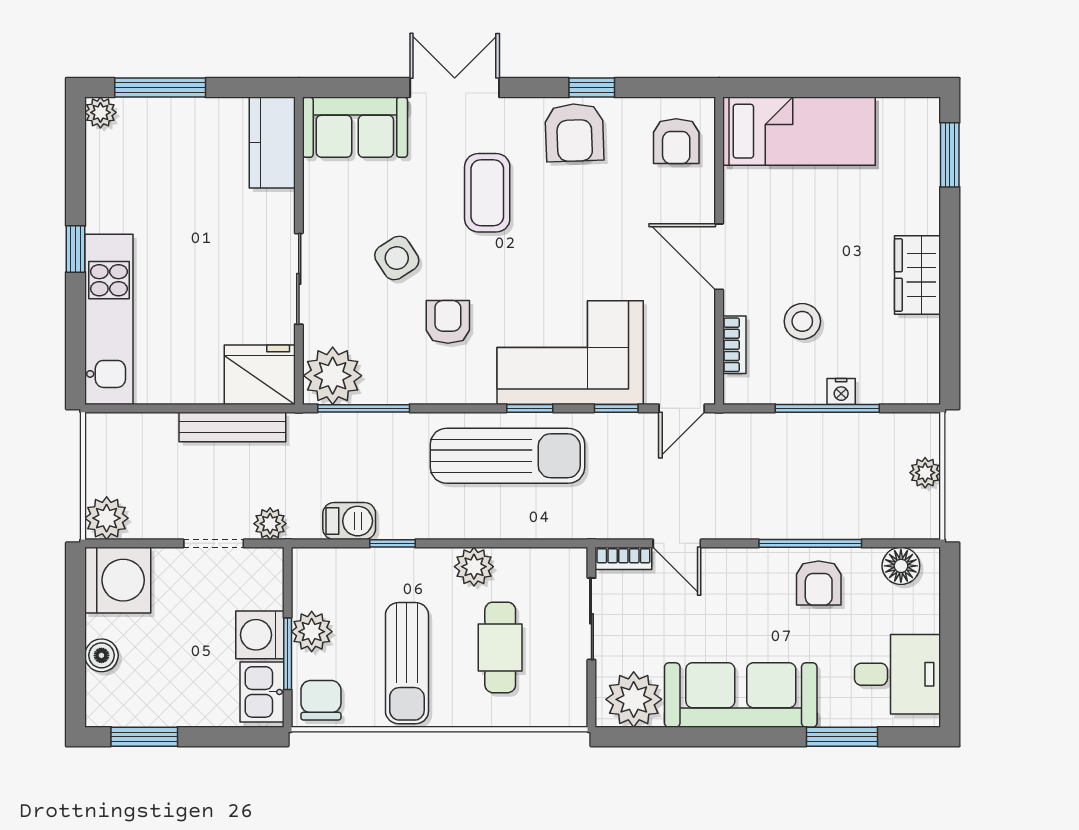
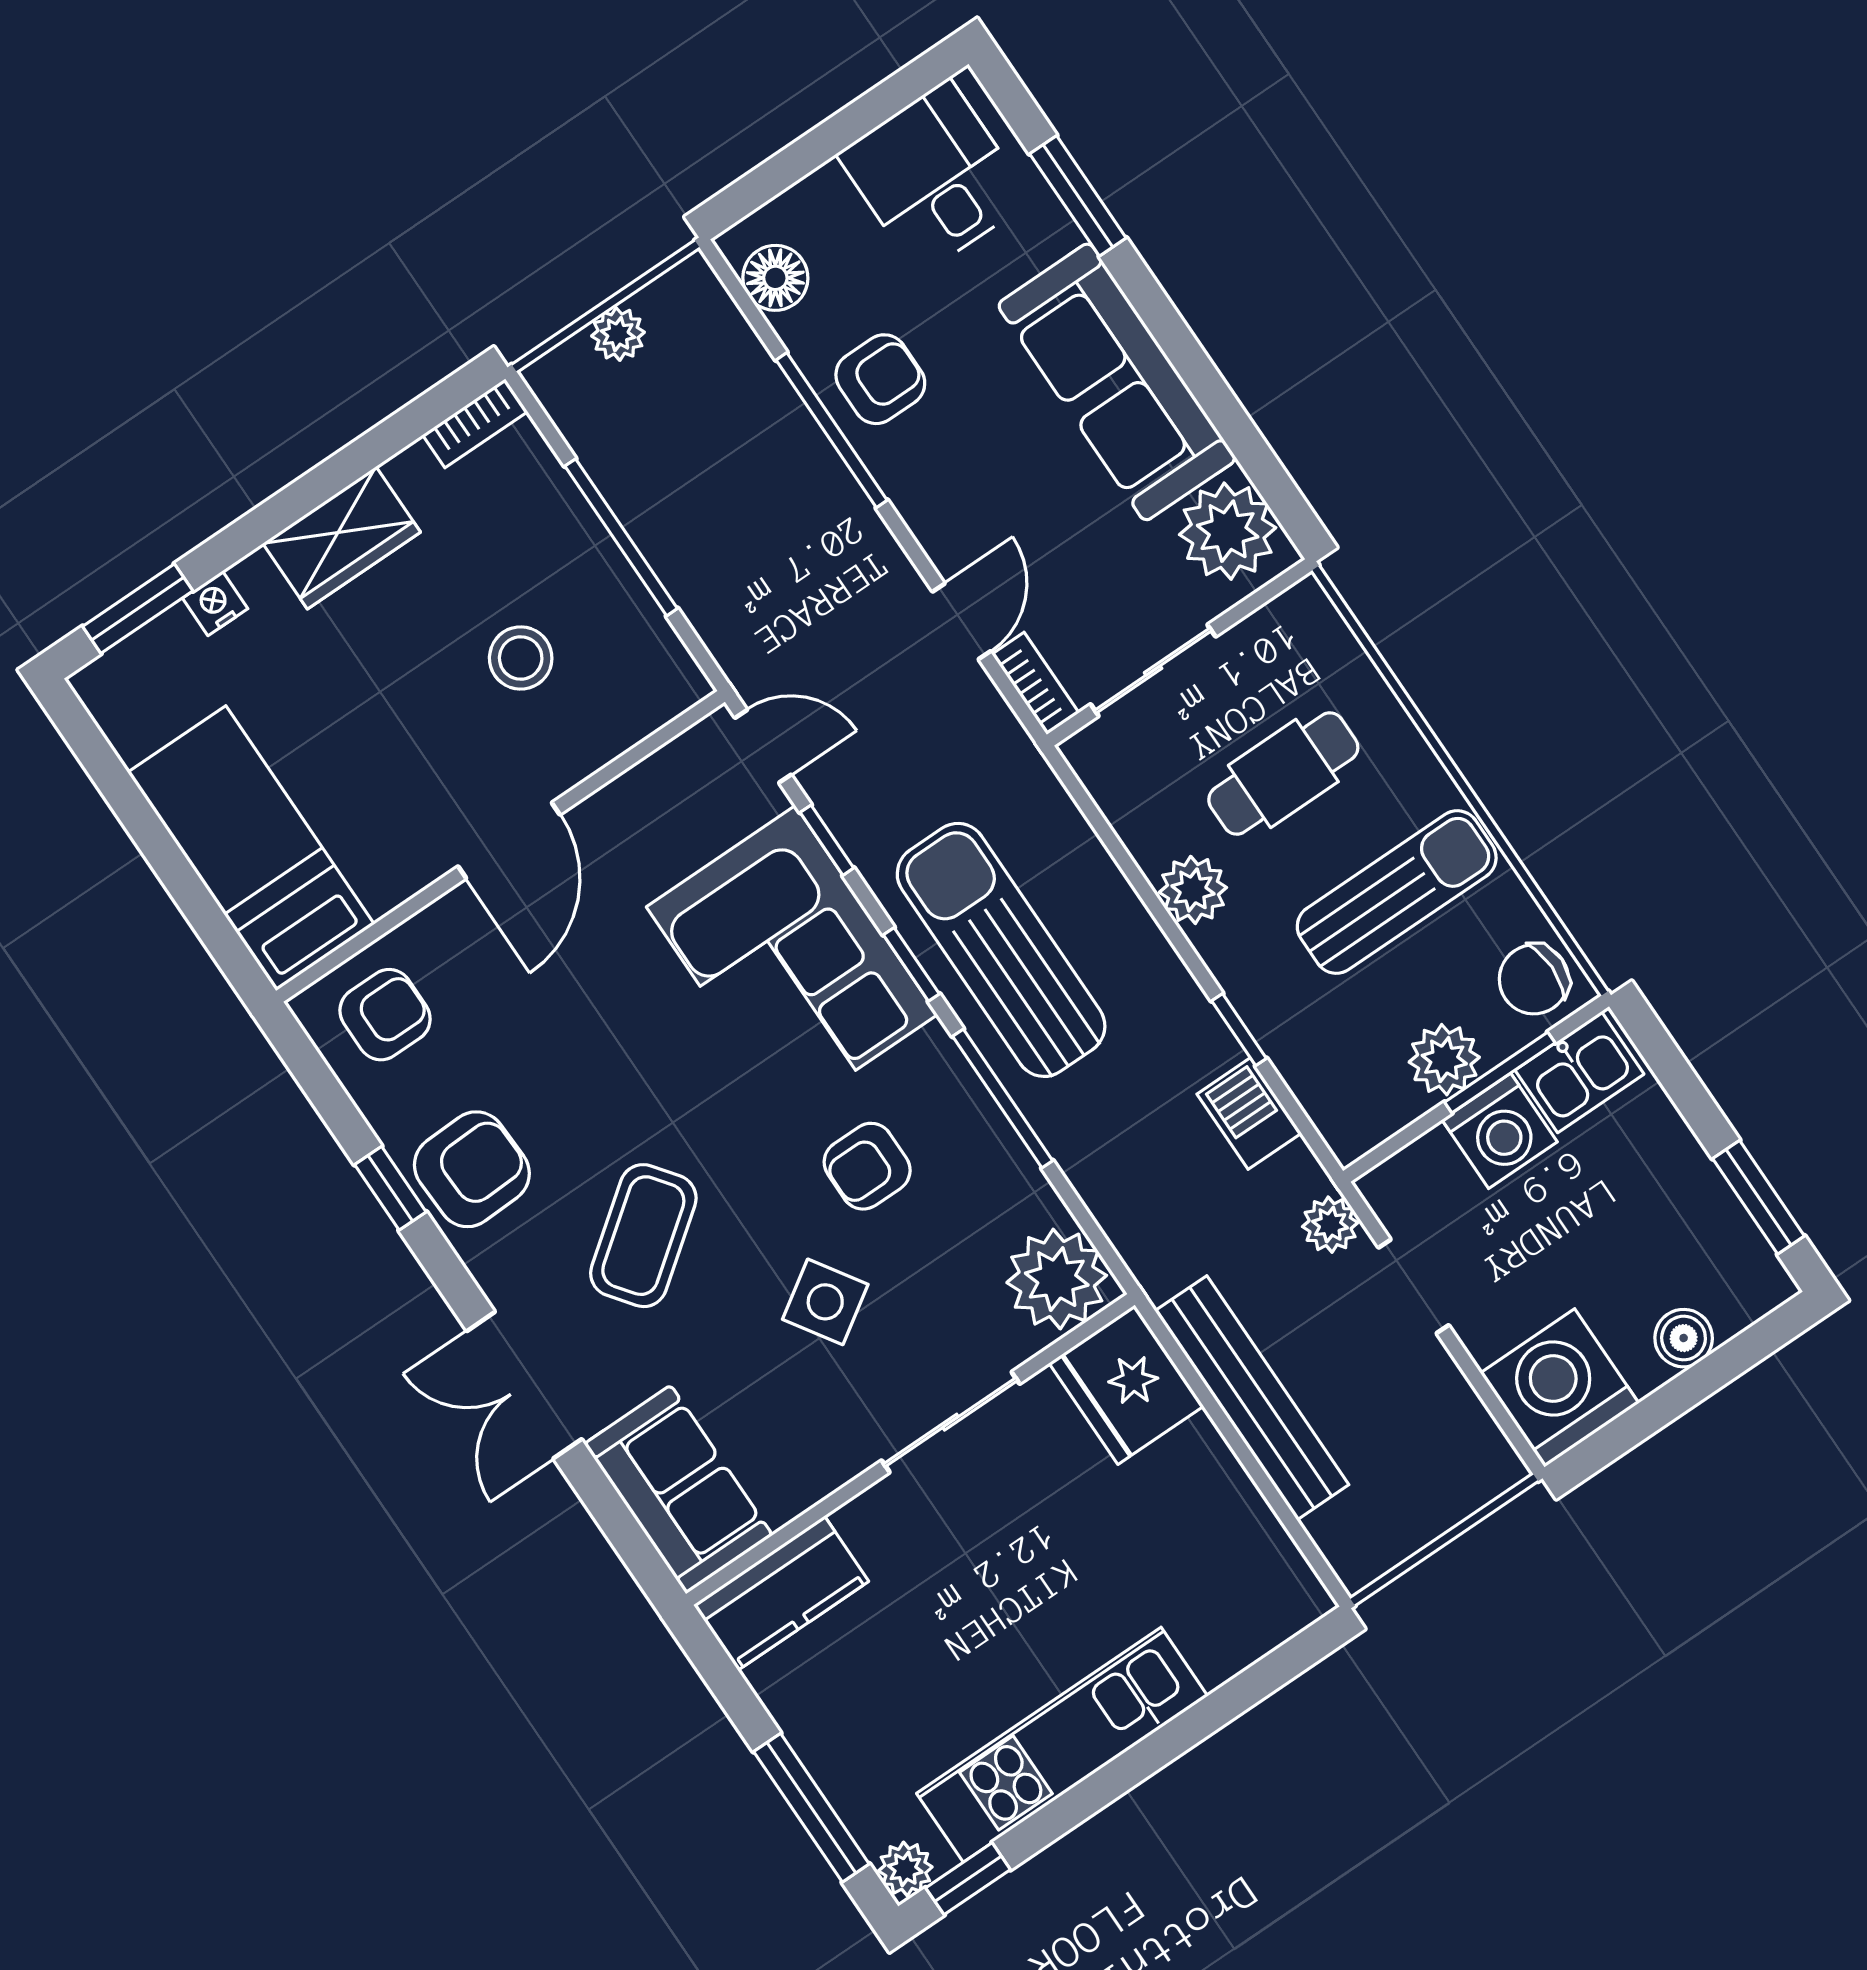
coffee table: (487, 193) -> (643, 1236), turned -37
window: (76, 249) -> (968, 1879), moved
kitchen unit: (109, 319) -> (1062, 1745), moved
bookcase: (734, 345) -> (475, 423), moved, turned 180
nightstand: (841, 391) -> (215, 603), moved, turned -90
window: (364, 408) -> (1003, 1099), moved
bench: (232, 427) -> (1252, 1398), width x1.37, depth x1.21
plant: (107, 518) -> (1482, 1465), removed

